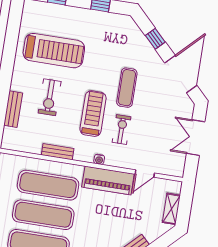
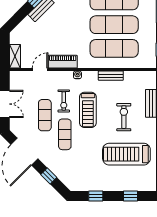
exercise mat: (148, 116) -> (45, 115), added
piano: (108, 180) -> (63, 62), width x0.73, depth x0.75
shelving: (171, 209) -> (15, 56), moved

